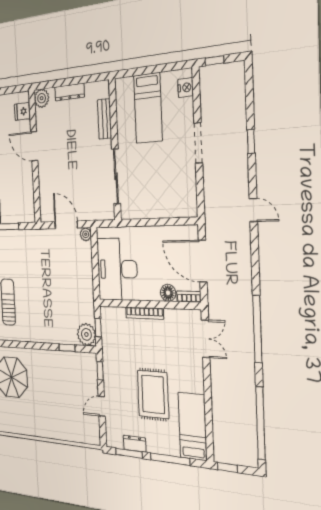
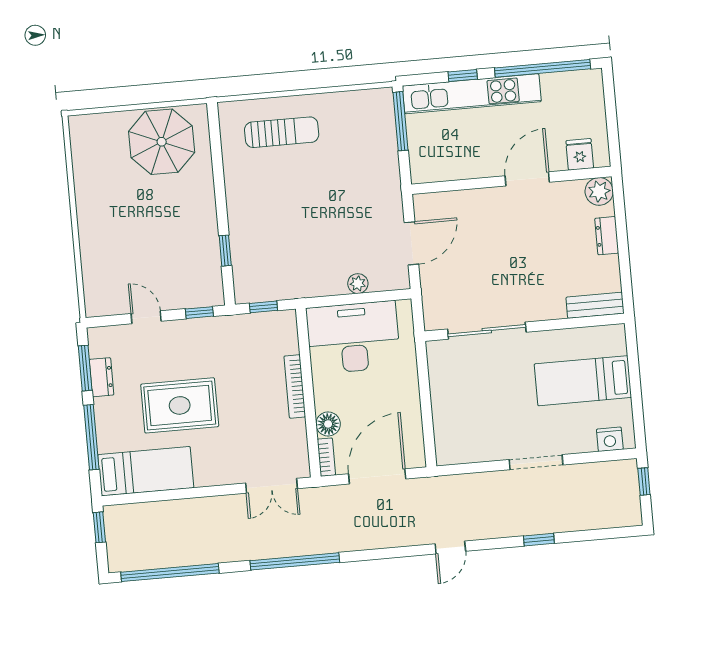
dresser: (70, 92) -> (607, 236), width x0.70
bench: (104, 119) -> (595, 305), moved
plant: (86, 234) -> (358, 284), moved
plant: (86, 334) -> (250, 286), removed

